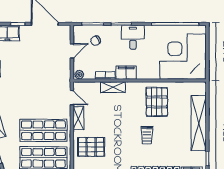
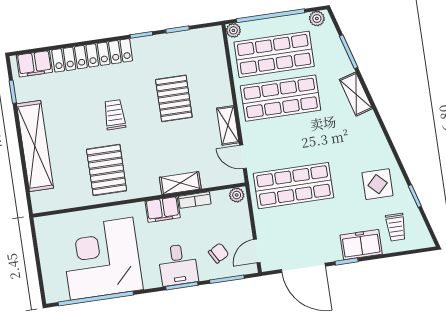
desk: (133, 37) -> (178, 265), moved
door: (72, 51) -> (257, 251), moved
corner desk: (183, 57) -> (102, 259), moved, turned 180
shop shelf: (43, 75) -> (293, 186), added
pallet: (91, 147) -> (174, 98), moved, turned 90

